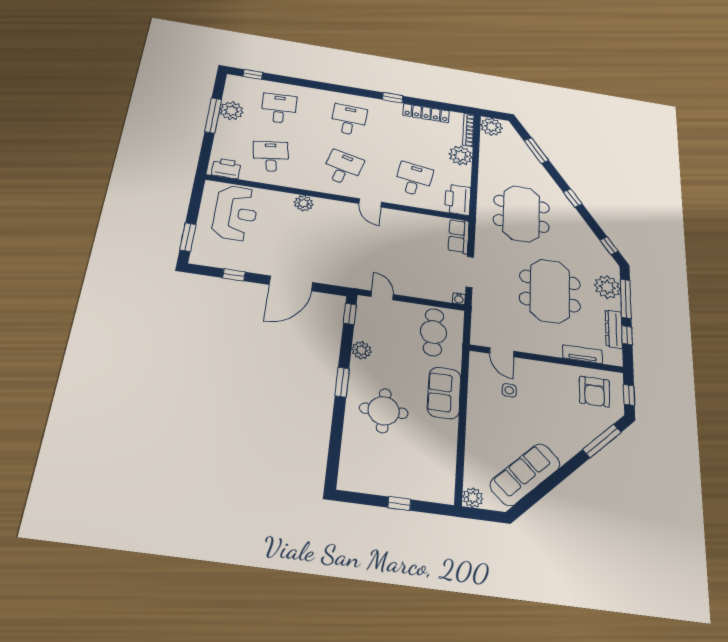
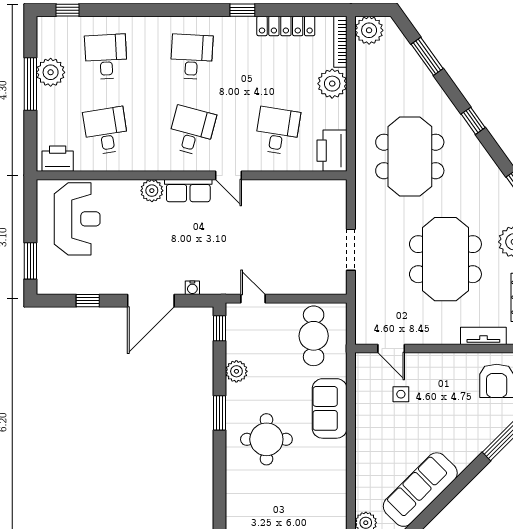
row of seats: (459, 236) -> (188, 191), moved, turned -90
water cooler: (459, 299) -> (192, 288), moved

